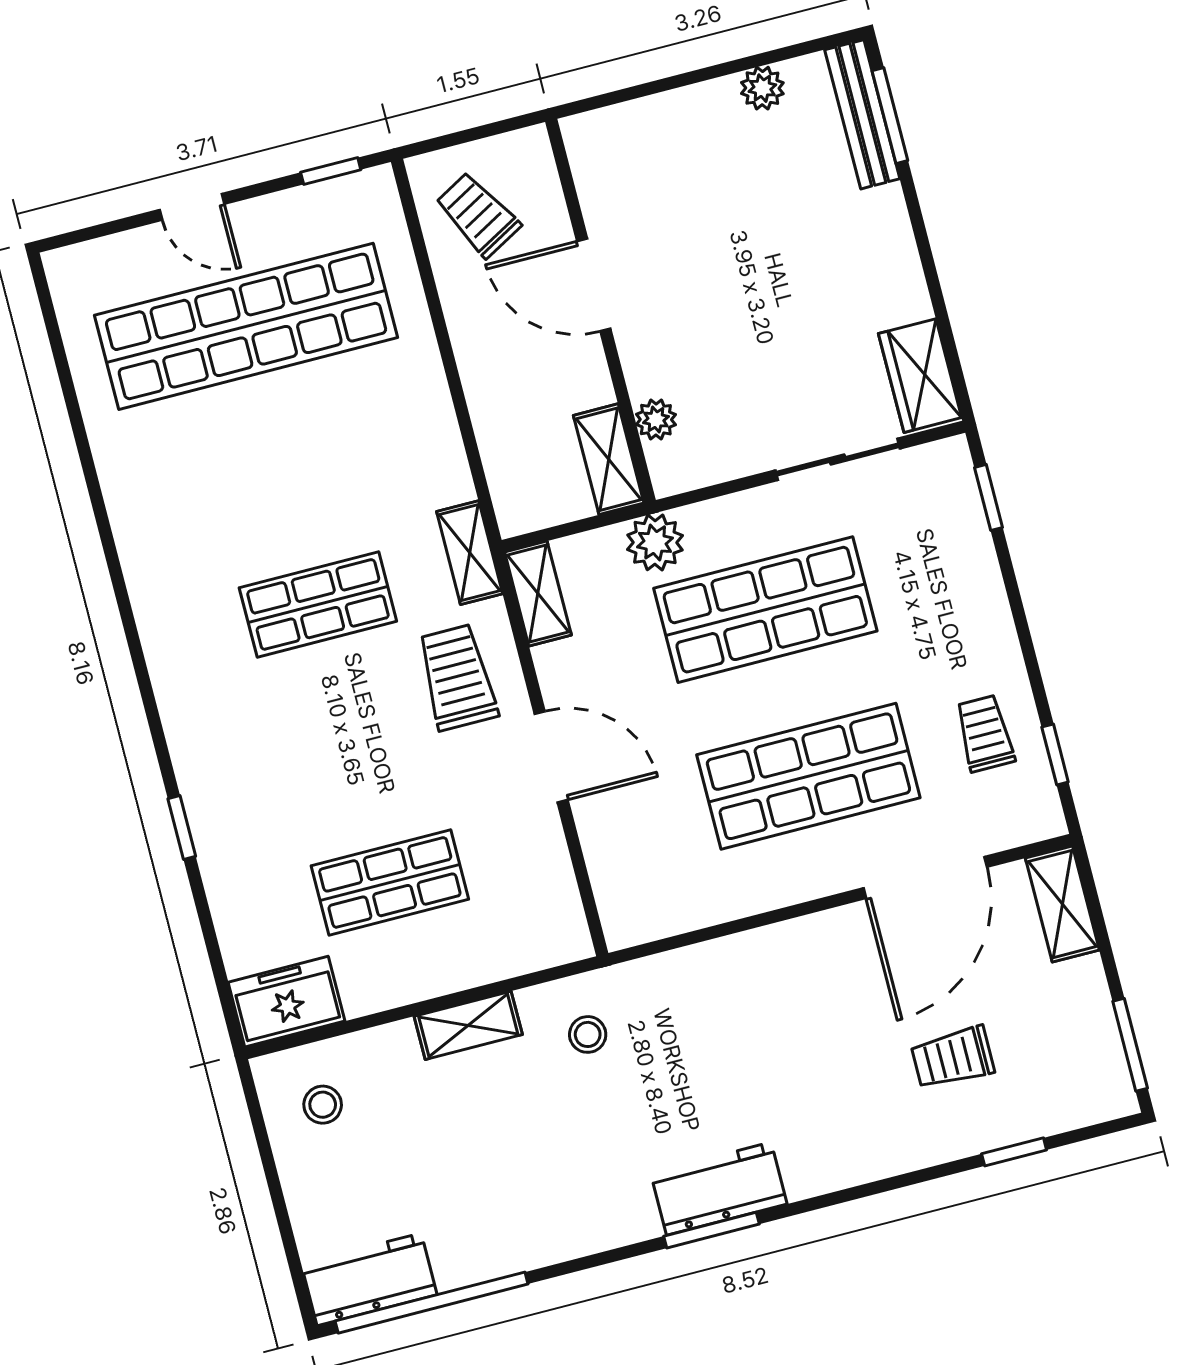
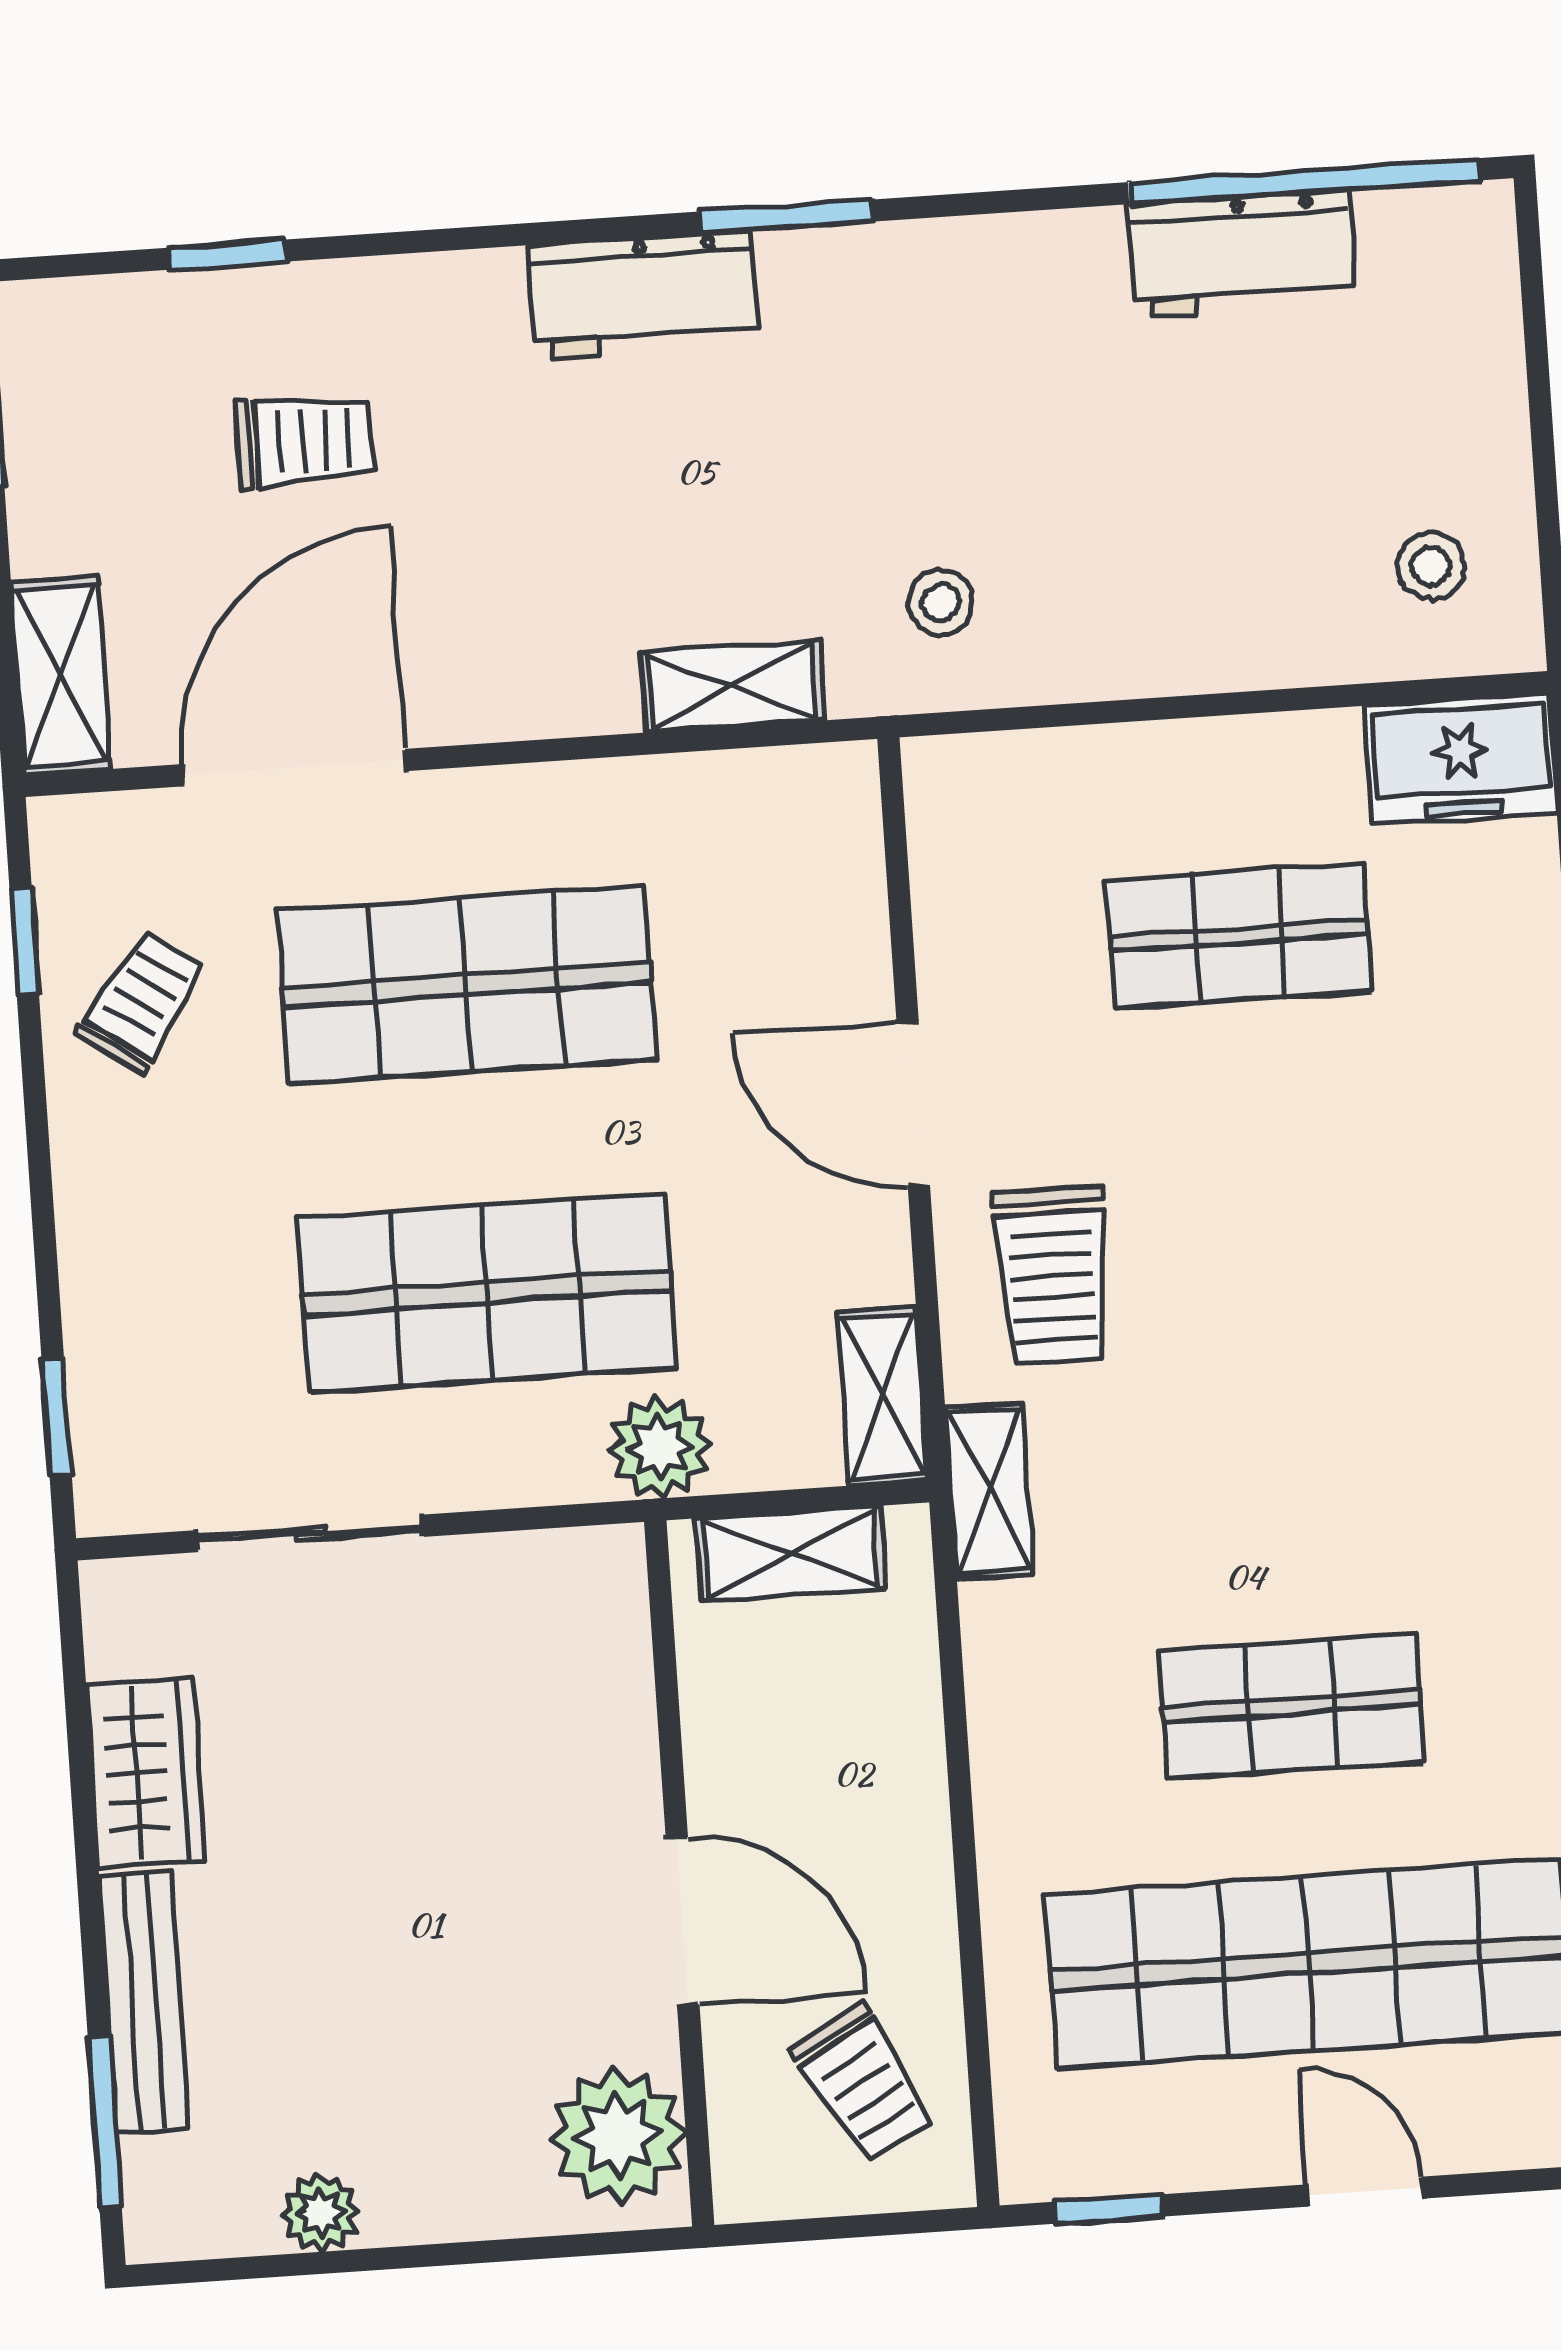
bench: (862, 114) -> (144, 2001), moved
wardrobe: (920, 376) -> (145, 1773), moved
plant: (656, 420) -> (617, 2136), moved, width x1.88, depth x1.88
shelving: (609, 459) -> (791, 1553), moved, turned 90
shop shelf: (318, 604) -> (1292, 1706), moved
trolley: (985, 733) -> (141, 1002), turned -145
shelving: (468, 1025) -> (732, 686), moved
workbench: (719, 1189) -> (644, 295), moved
workbench: (369, 1279) -> (1242, 254), moved

